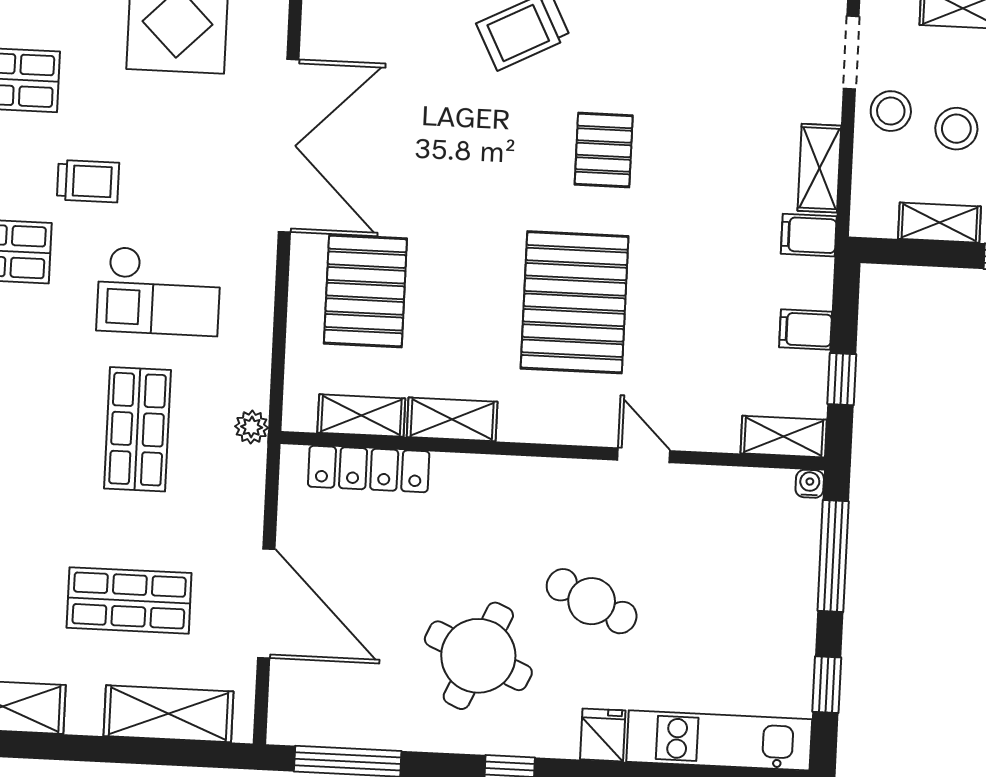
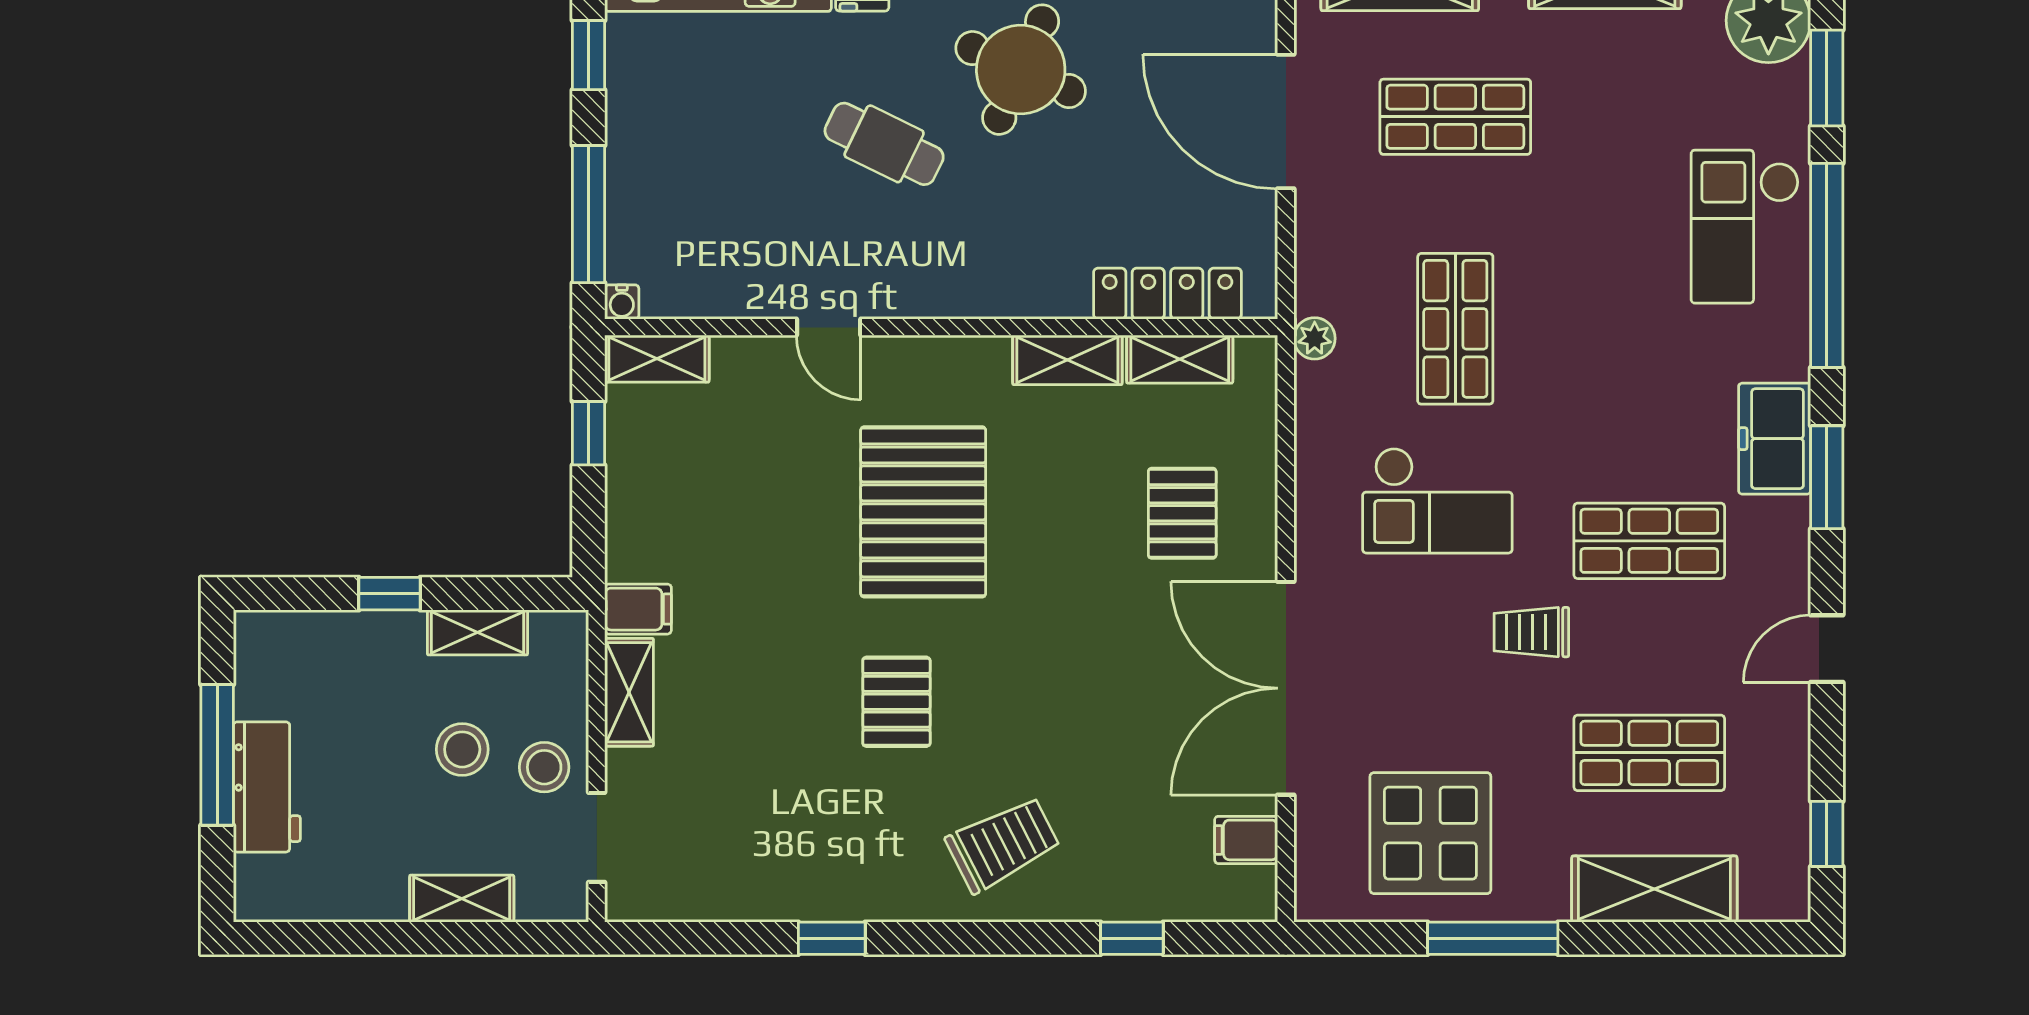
checkout: (159, 291) -> (1437, 500), turned 180
pallet: (365, 291) -> (1182, 513), width x0.67, depth x0.71
filing cabinet: (806, 330) -> (1246, 840), moved, turned 180

